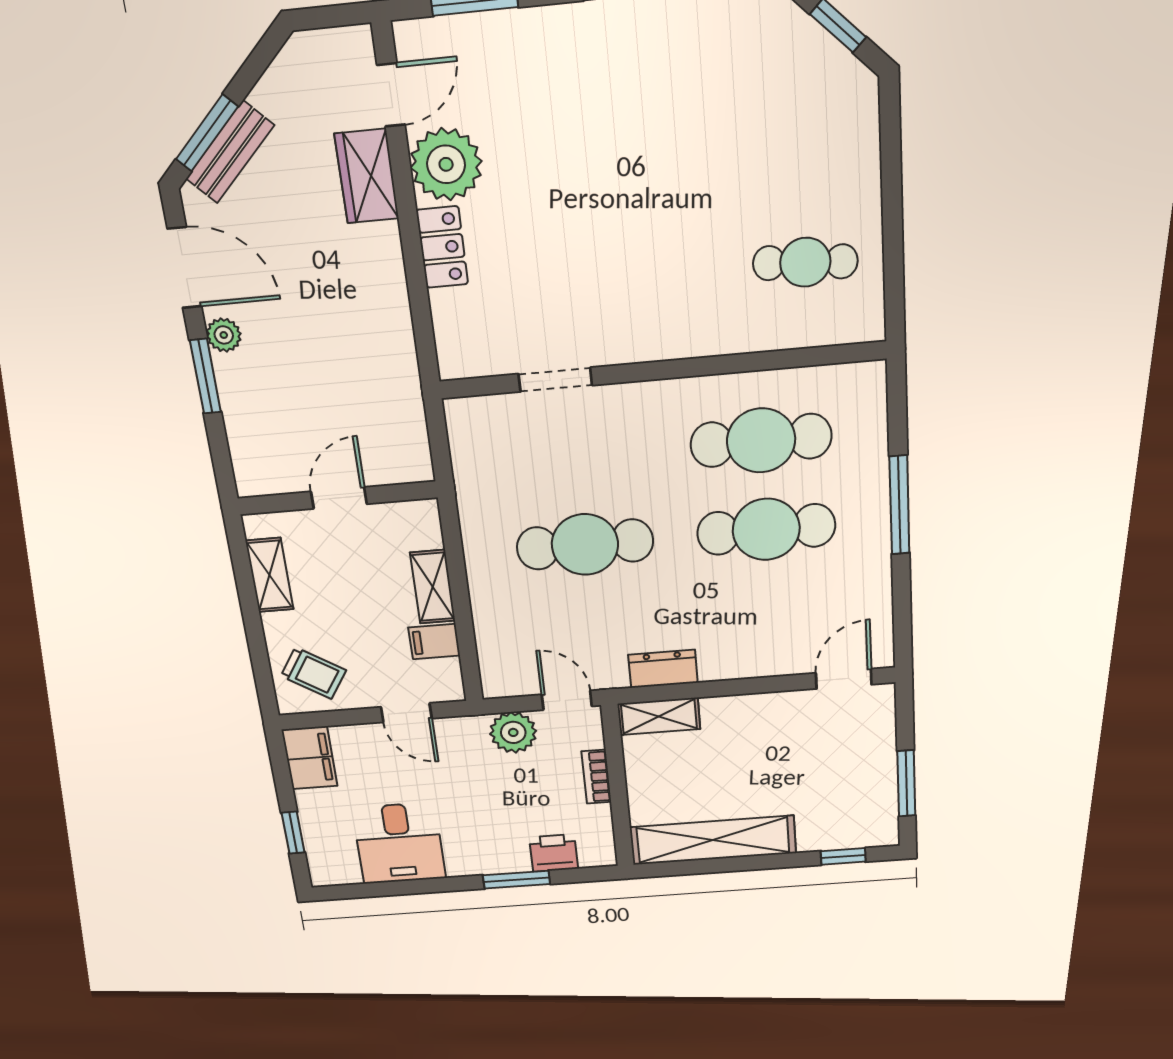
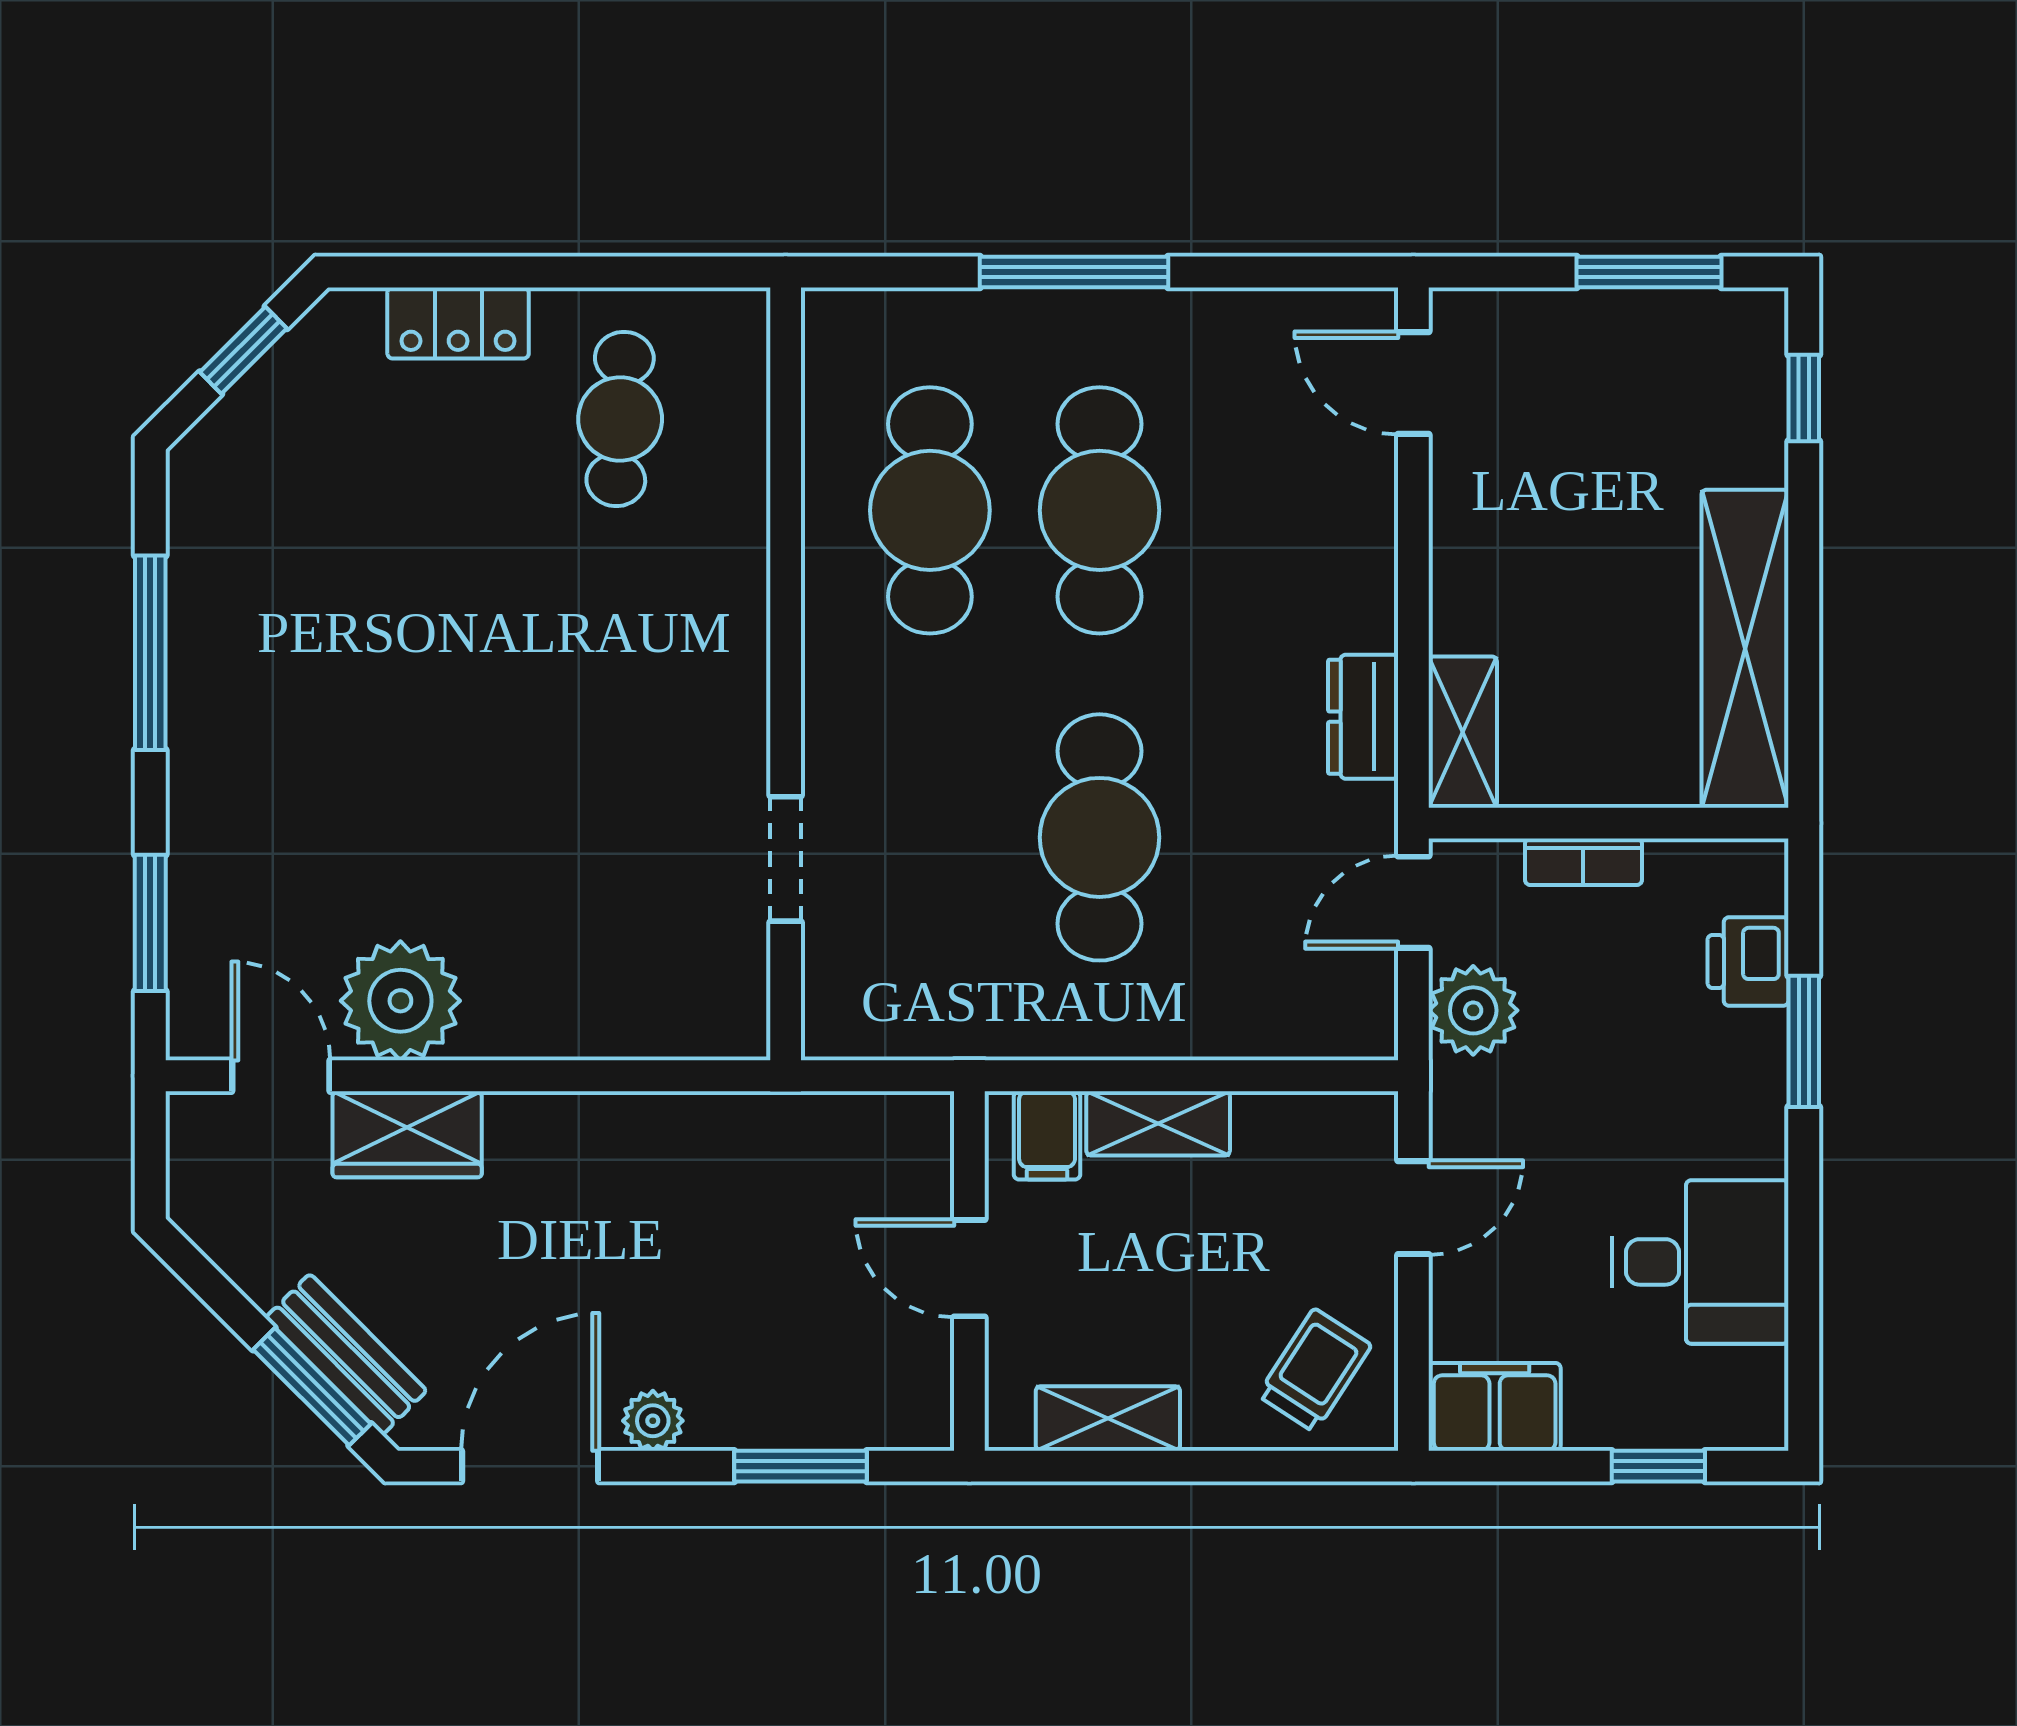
locker: (442, 247) -> (458, 323), moved, turned 180
window: (205, 376) -> (800, 1466), moved
filing cabinet: (434, 642) -> (1047, 1135), moved

